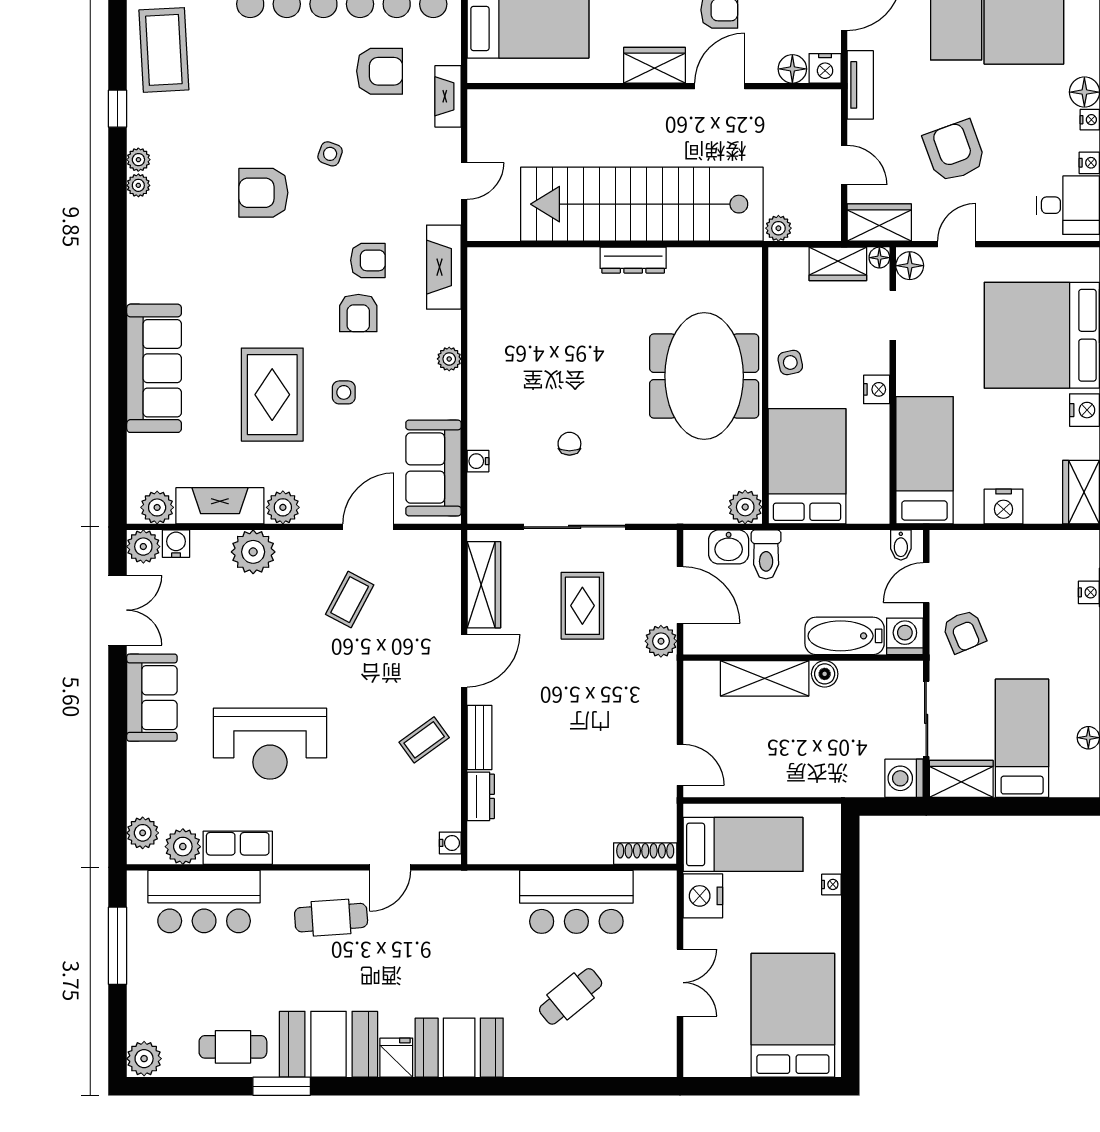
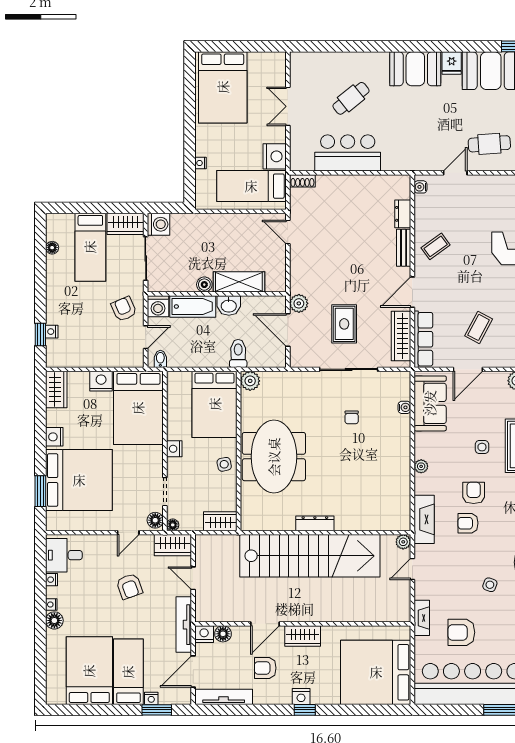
tv unit: (860, 85) -> (184, 625), width x1.41
armchair: (954, 151) -> (129, 586), width x0.72, depth x0.72
plant: (778, 228) -> (403, 542), moved
wardrobe: (838, 264) -> (220, 521), moved
bed: (924, 460) -> (138, 408), width x1.50
washbasin: (729, 547) -> (229, 306), moved, turned 180
row of seats: (445, 579) -> (423, 339), added
shoe rack: (645, 854) -> (302, 181), width x0.70

